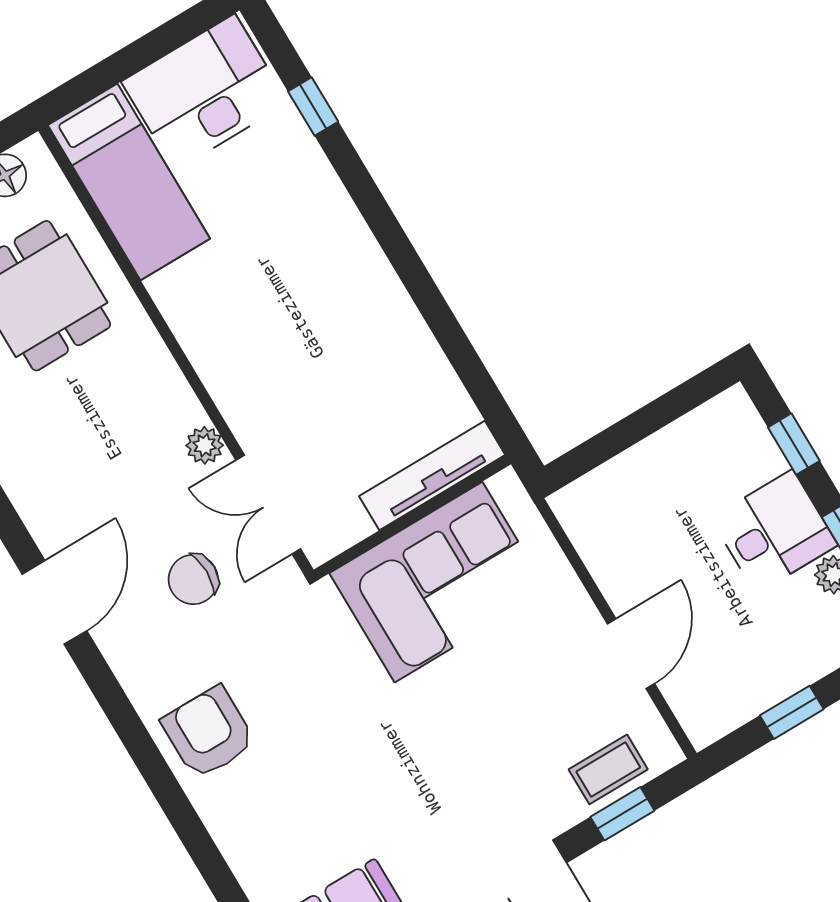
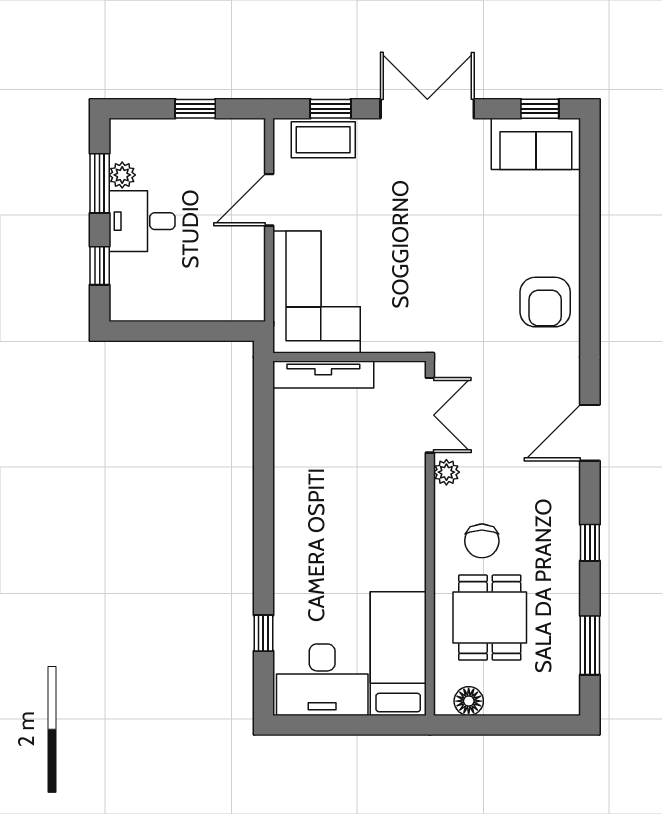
chair: (193, 579) -> (482, 541), moved, turned 90
corner sofa: (438, 582) -> (317, 292), moved, turned 90
coffee table: (608, 769) -> (323, 140), width x1.36, depth x1.30

